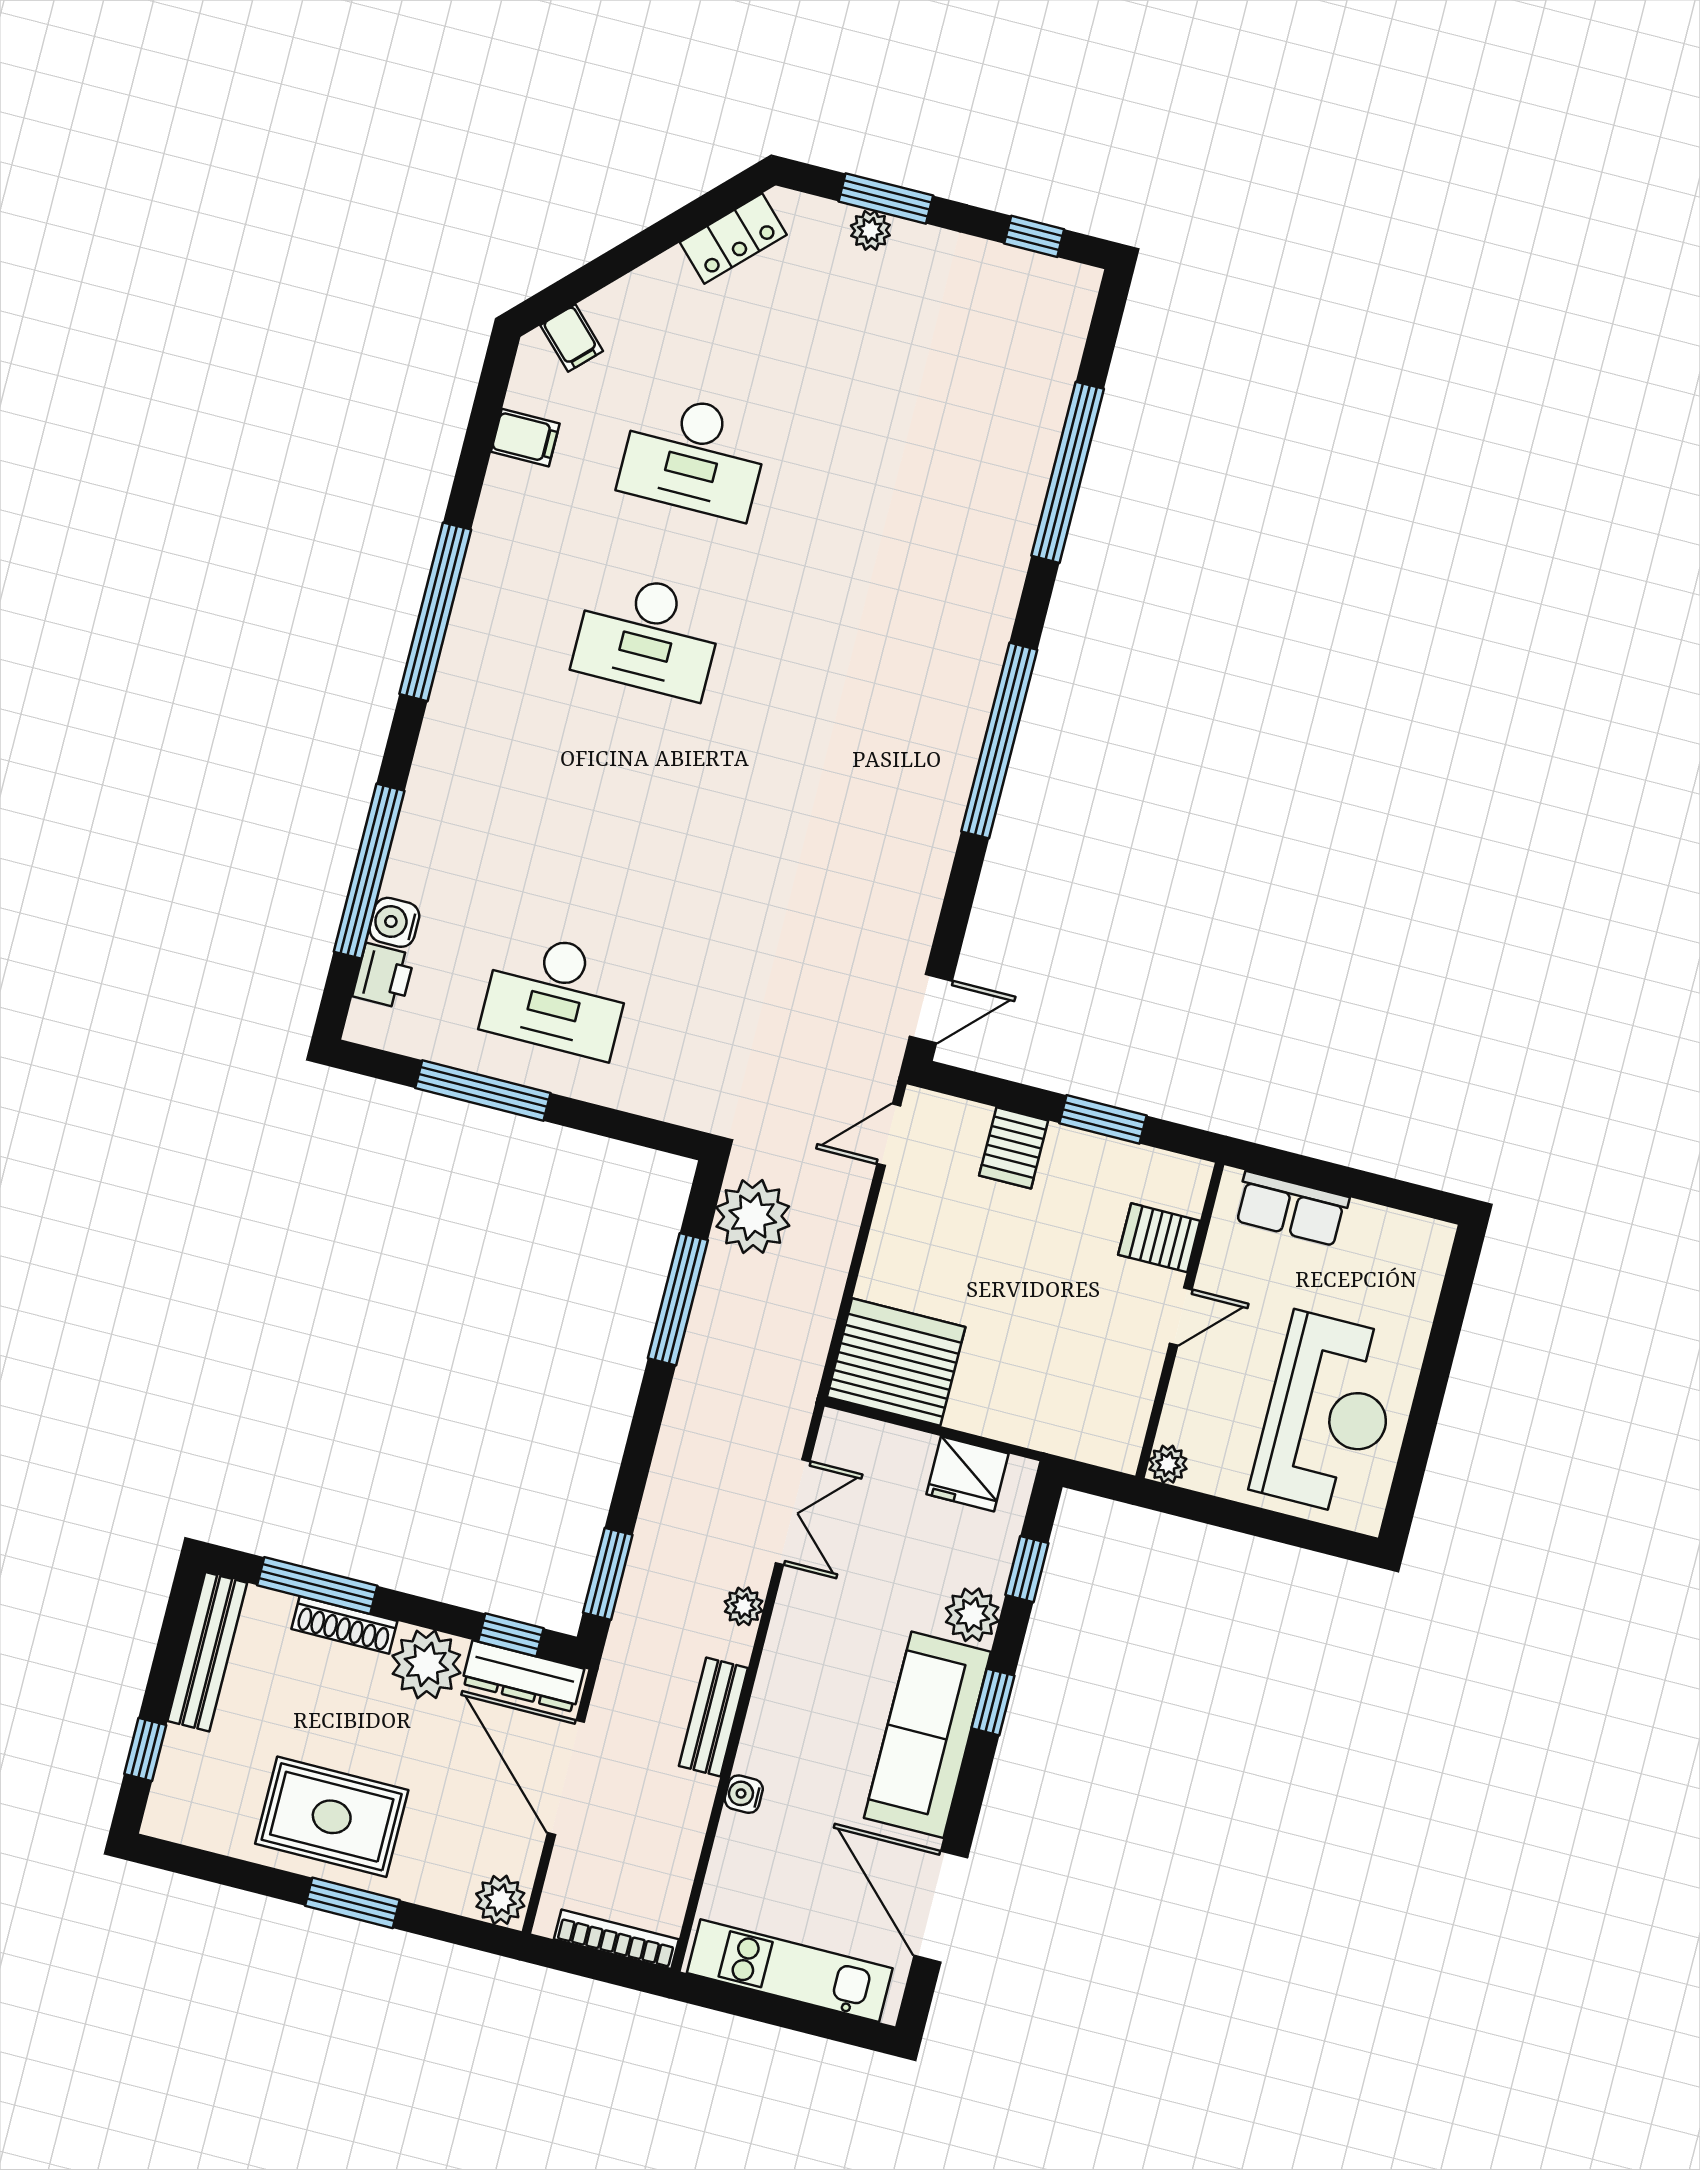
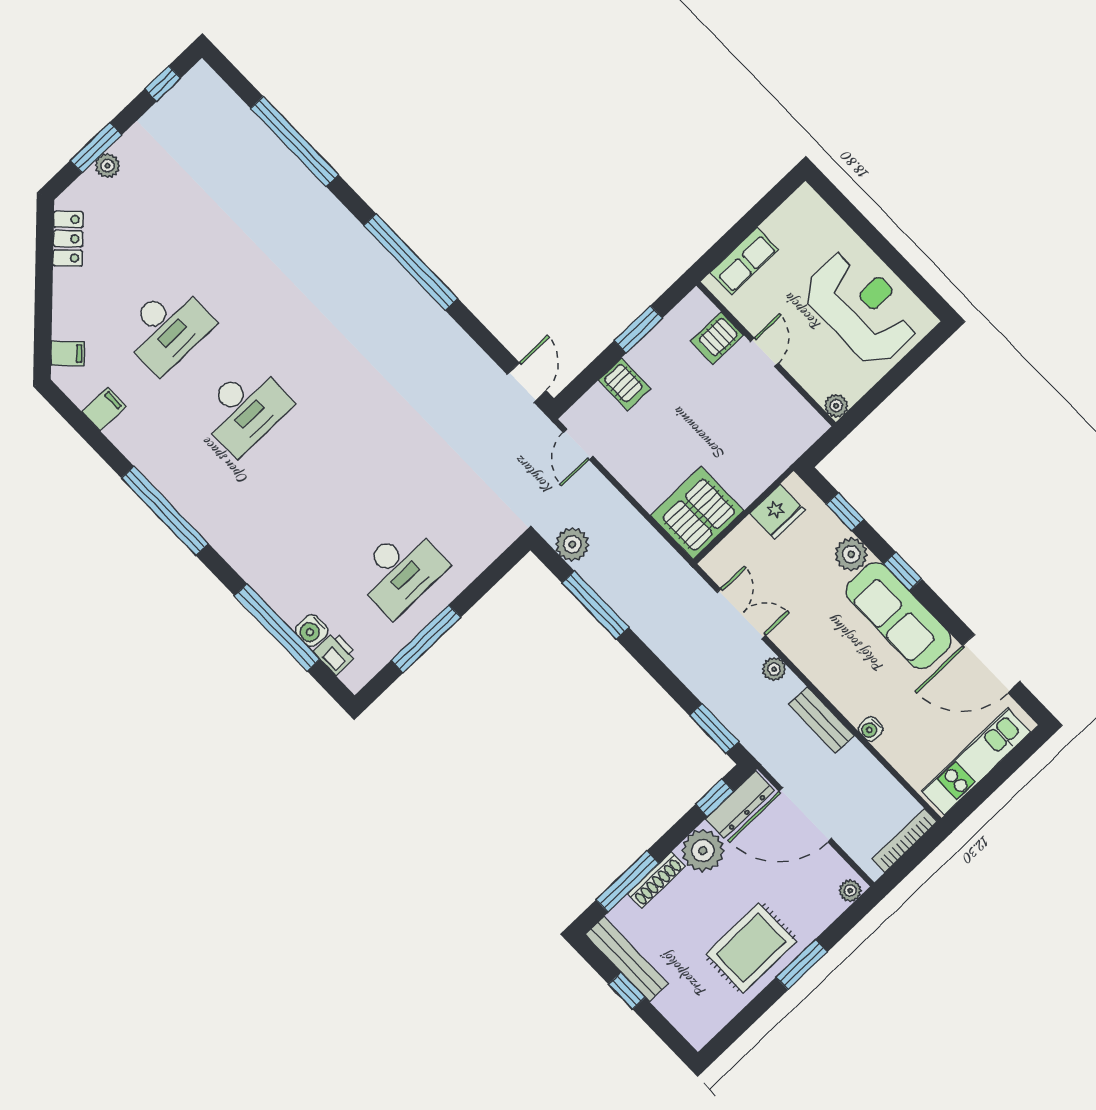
plant: (753, 1216) -> (572, 544), width x0.73, depth x0.73
window: (145, 1750) -> (627, 991), moved
plant: (500, 1900) -> (850, 891), width x0.73, depth x0.73

